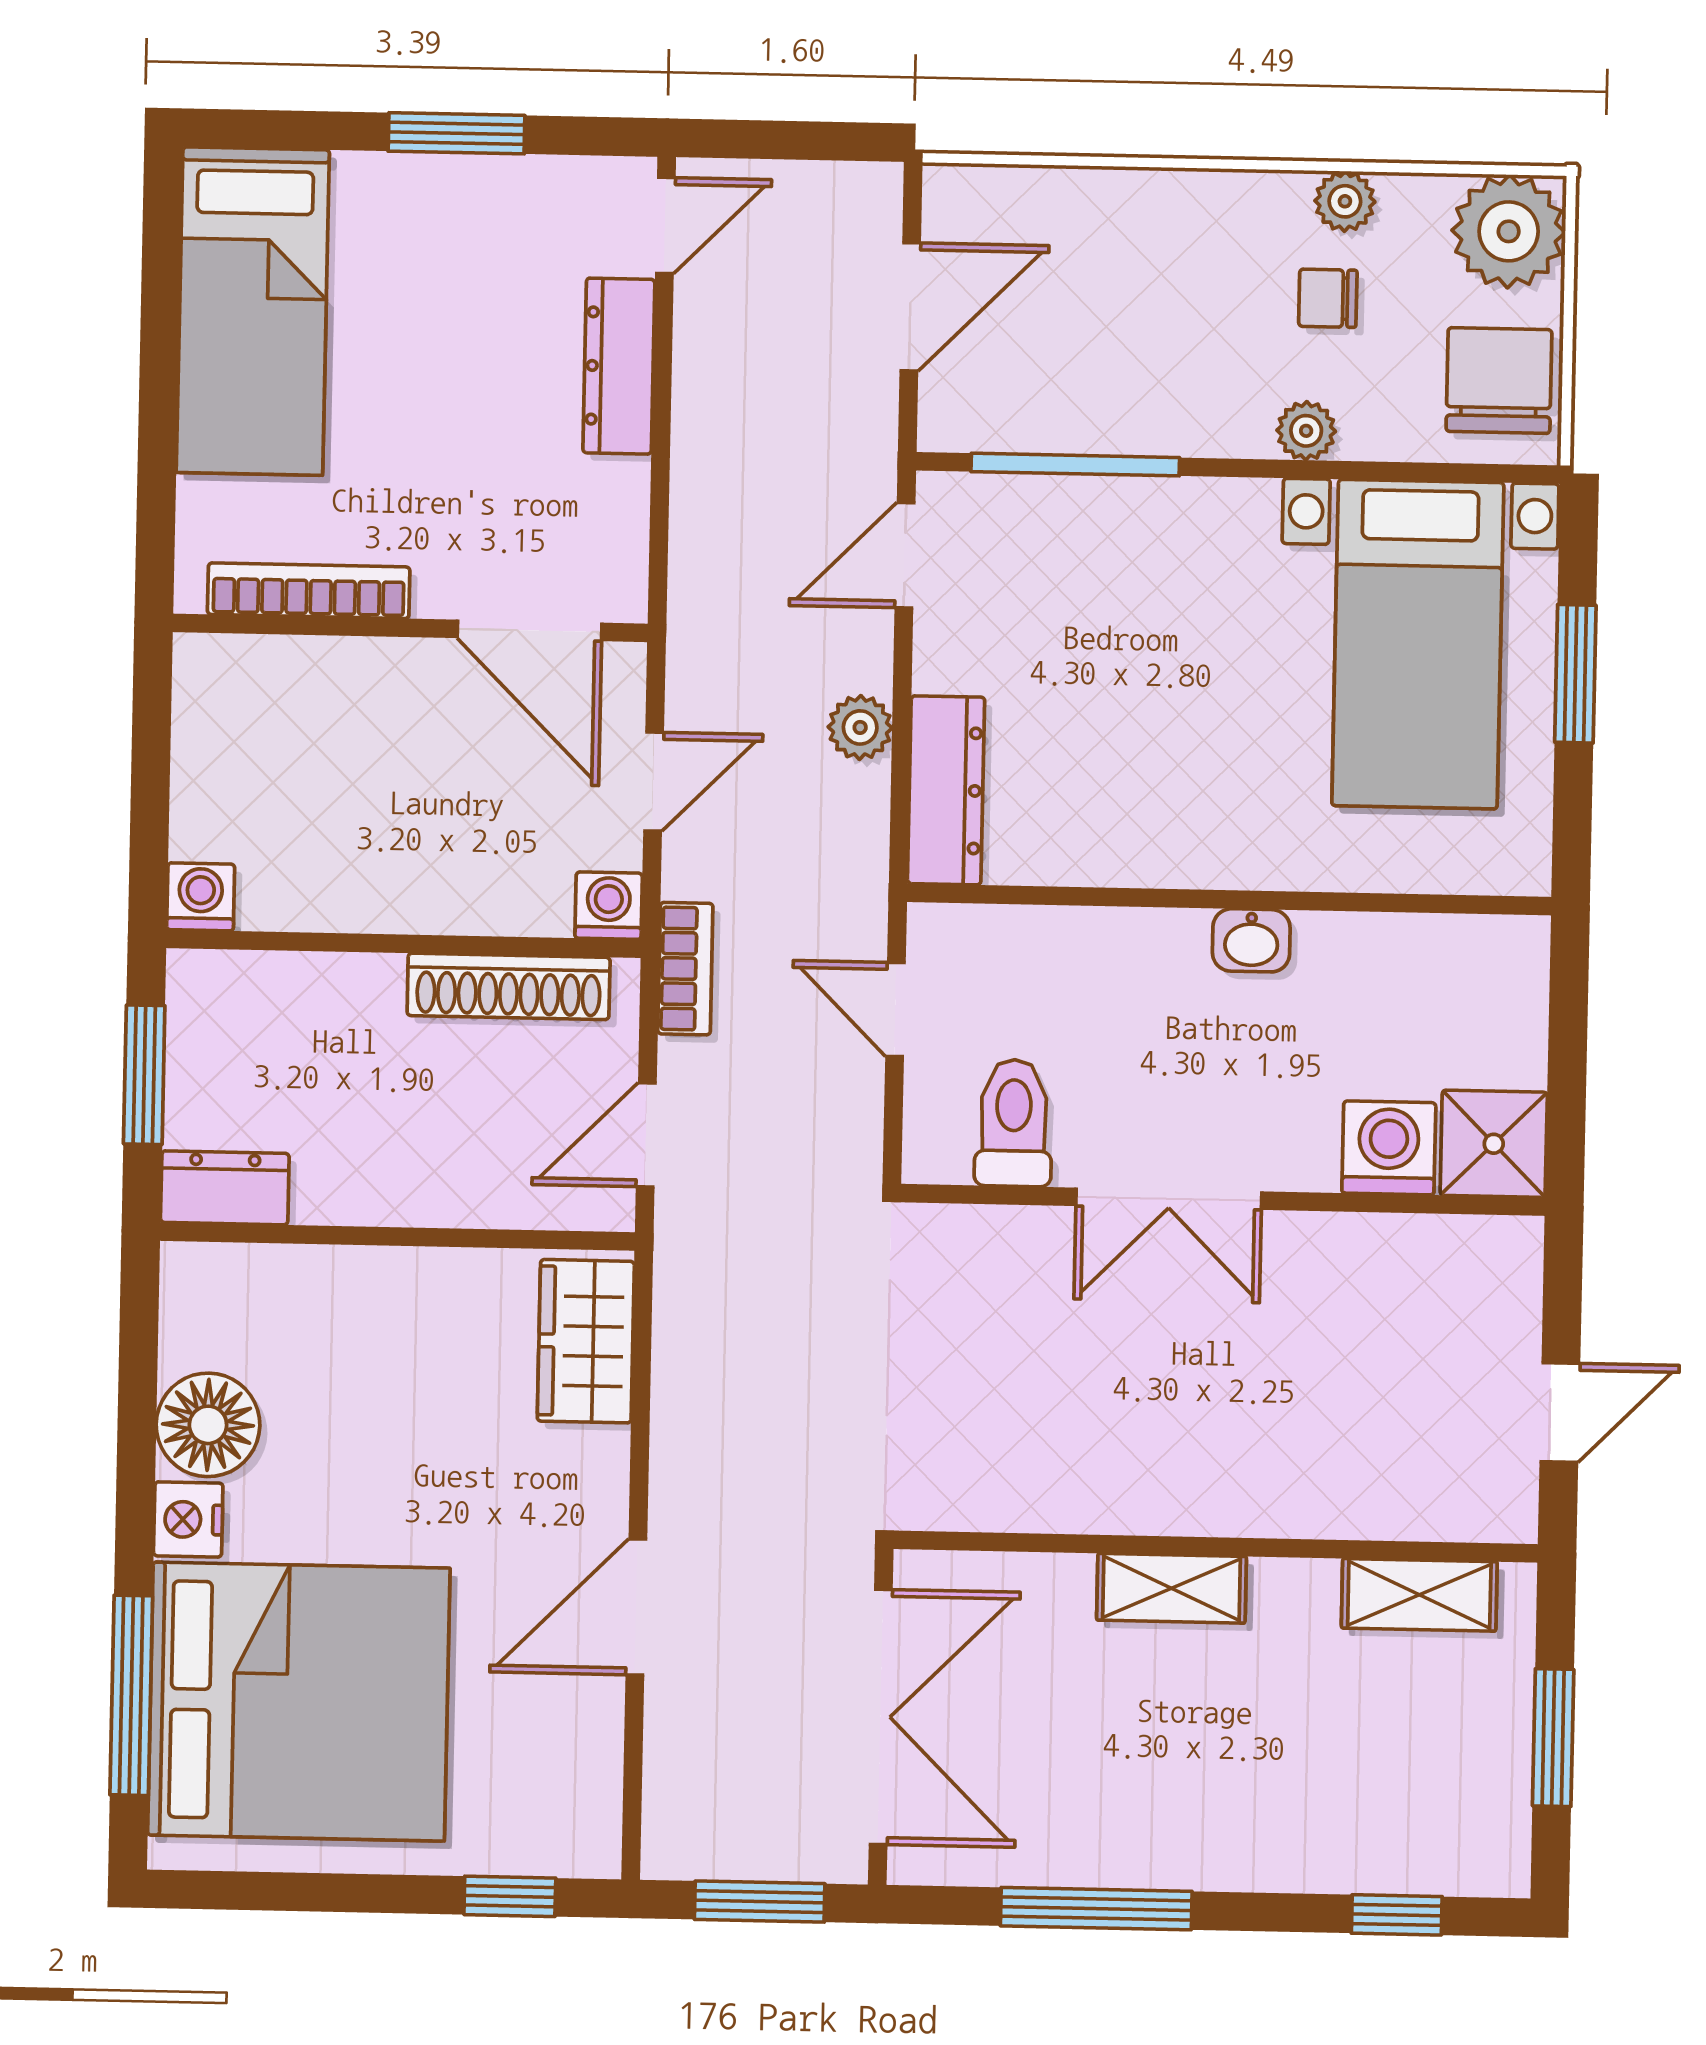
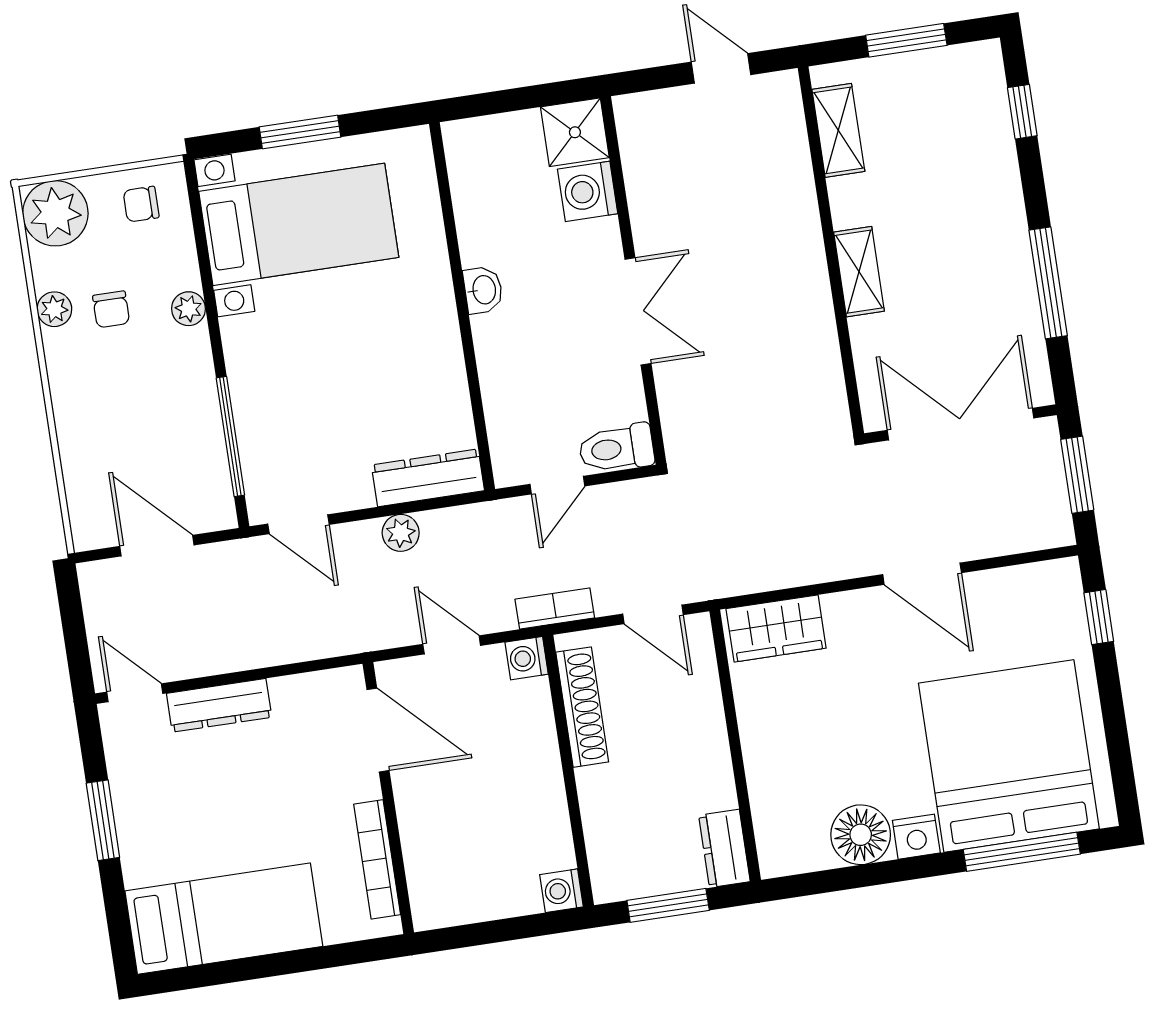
chair: (1499, 381) -> (141, 204), width x0.54, depth x0.54
door: (530, 630) -> (378, 730), hinge flipped
toilet: (1014, 1123) -> (616, 448), moved

